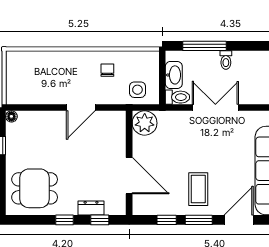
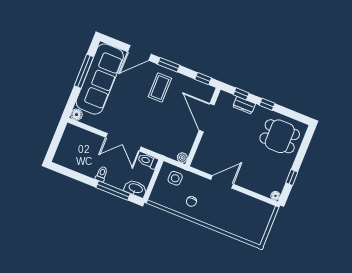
washbasin: (174, 75) -> (136, 189), moved, turned 90
plant: (145, 123) -> (182, 158), width x0.53, depth x0.53
window: (167, 220) -> (203, 79), moved

